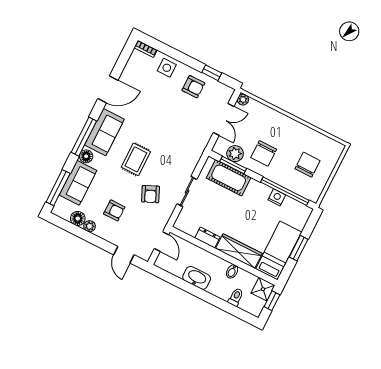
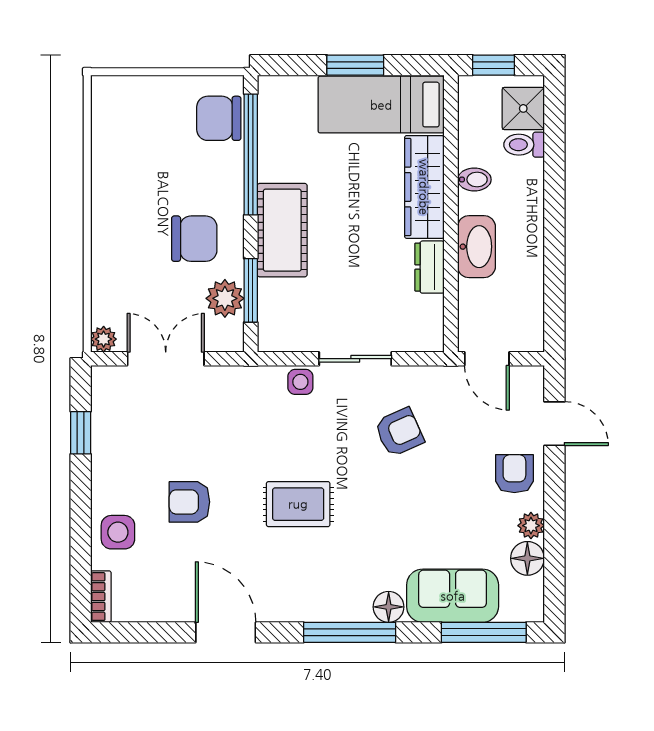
armchair: (193, 87) -> (189, 502), moved, turned -90
sofa: (104, 132) -> (319, 594), removed
rug: (136, 159) -> (298, 504), moved
chair: (307, 165) -> (219, 118), moved
side table: (189, 166) -> (300, 382), added
cot: (229, 178) -> (282, 230), moved
nightstand: (277, 197) -> (272, 165), removed
armchair: (114, 210) -> (514, 474), moved
door: (162, 242) -> (487, 359), swing flipped
door: (124, 255) -> (554, 424), hinge flipped
washbasin: (197, 278) -> (476, 247), moved, turned 180
shower: (263, 289) -> (523, 108), moved

